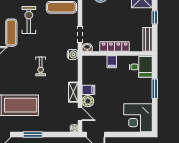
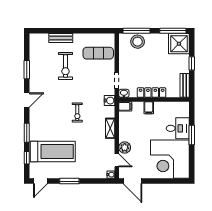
exercise bike: (29, 20) -> (65, 66), turned 180
exercise mat: (11, 33) -> (48, 79), removed
desk: (141, 67) -> (178, 128), moved
filing cabinet: (88, 90) -> (125, 106), moved
shelving: (73, 92) -> (110, 128), moved
corner desk: (138, 118) -> (170, 159), width x1.36, depth x1.36

